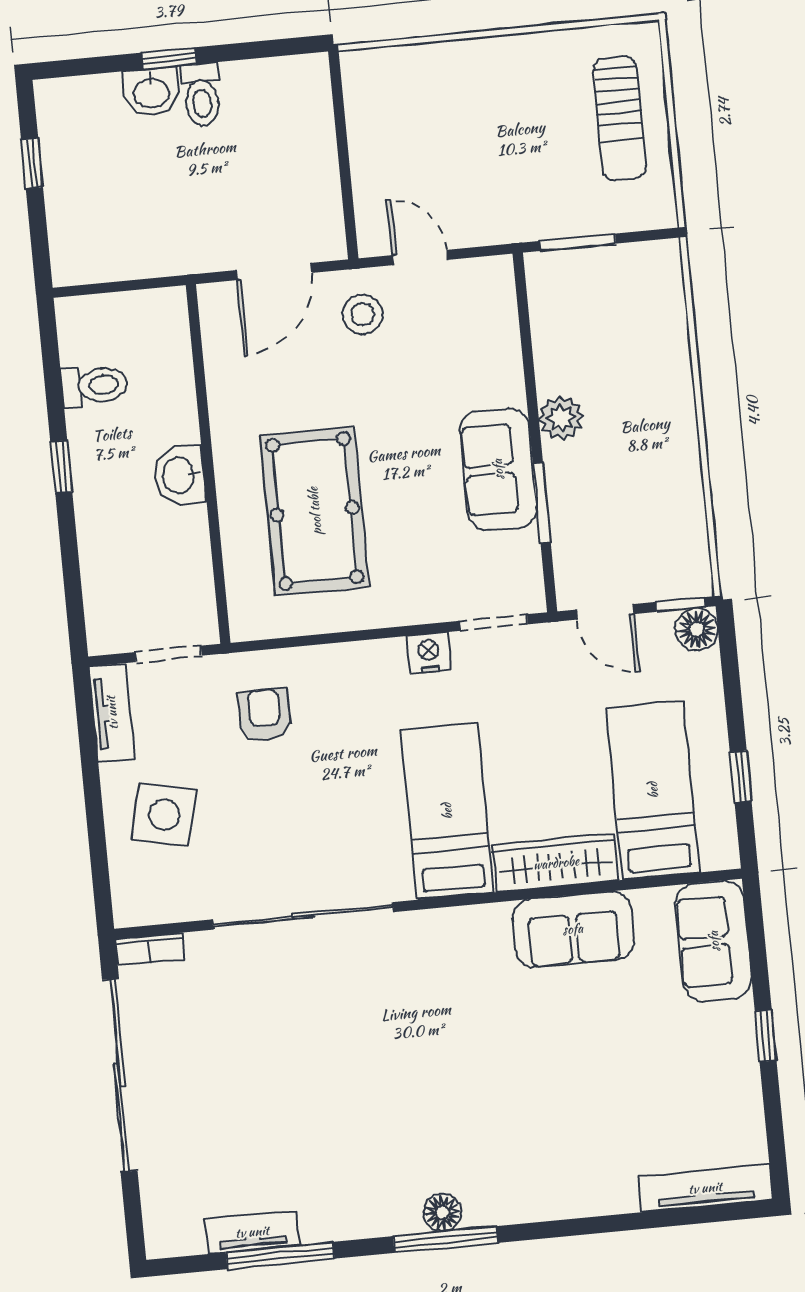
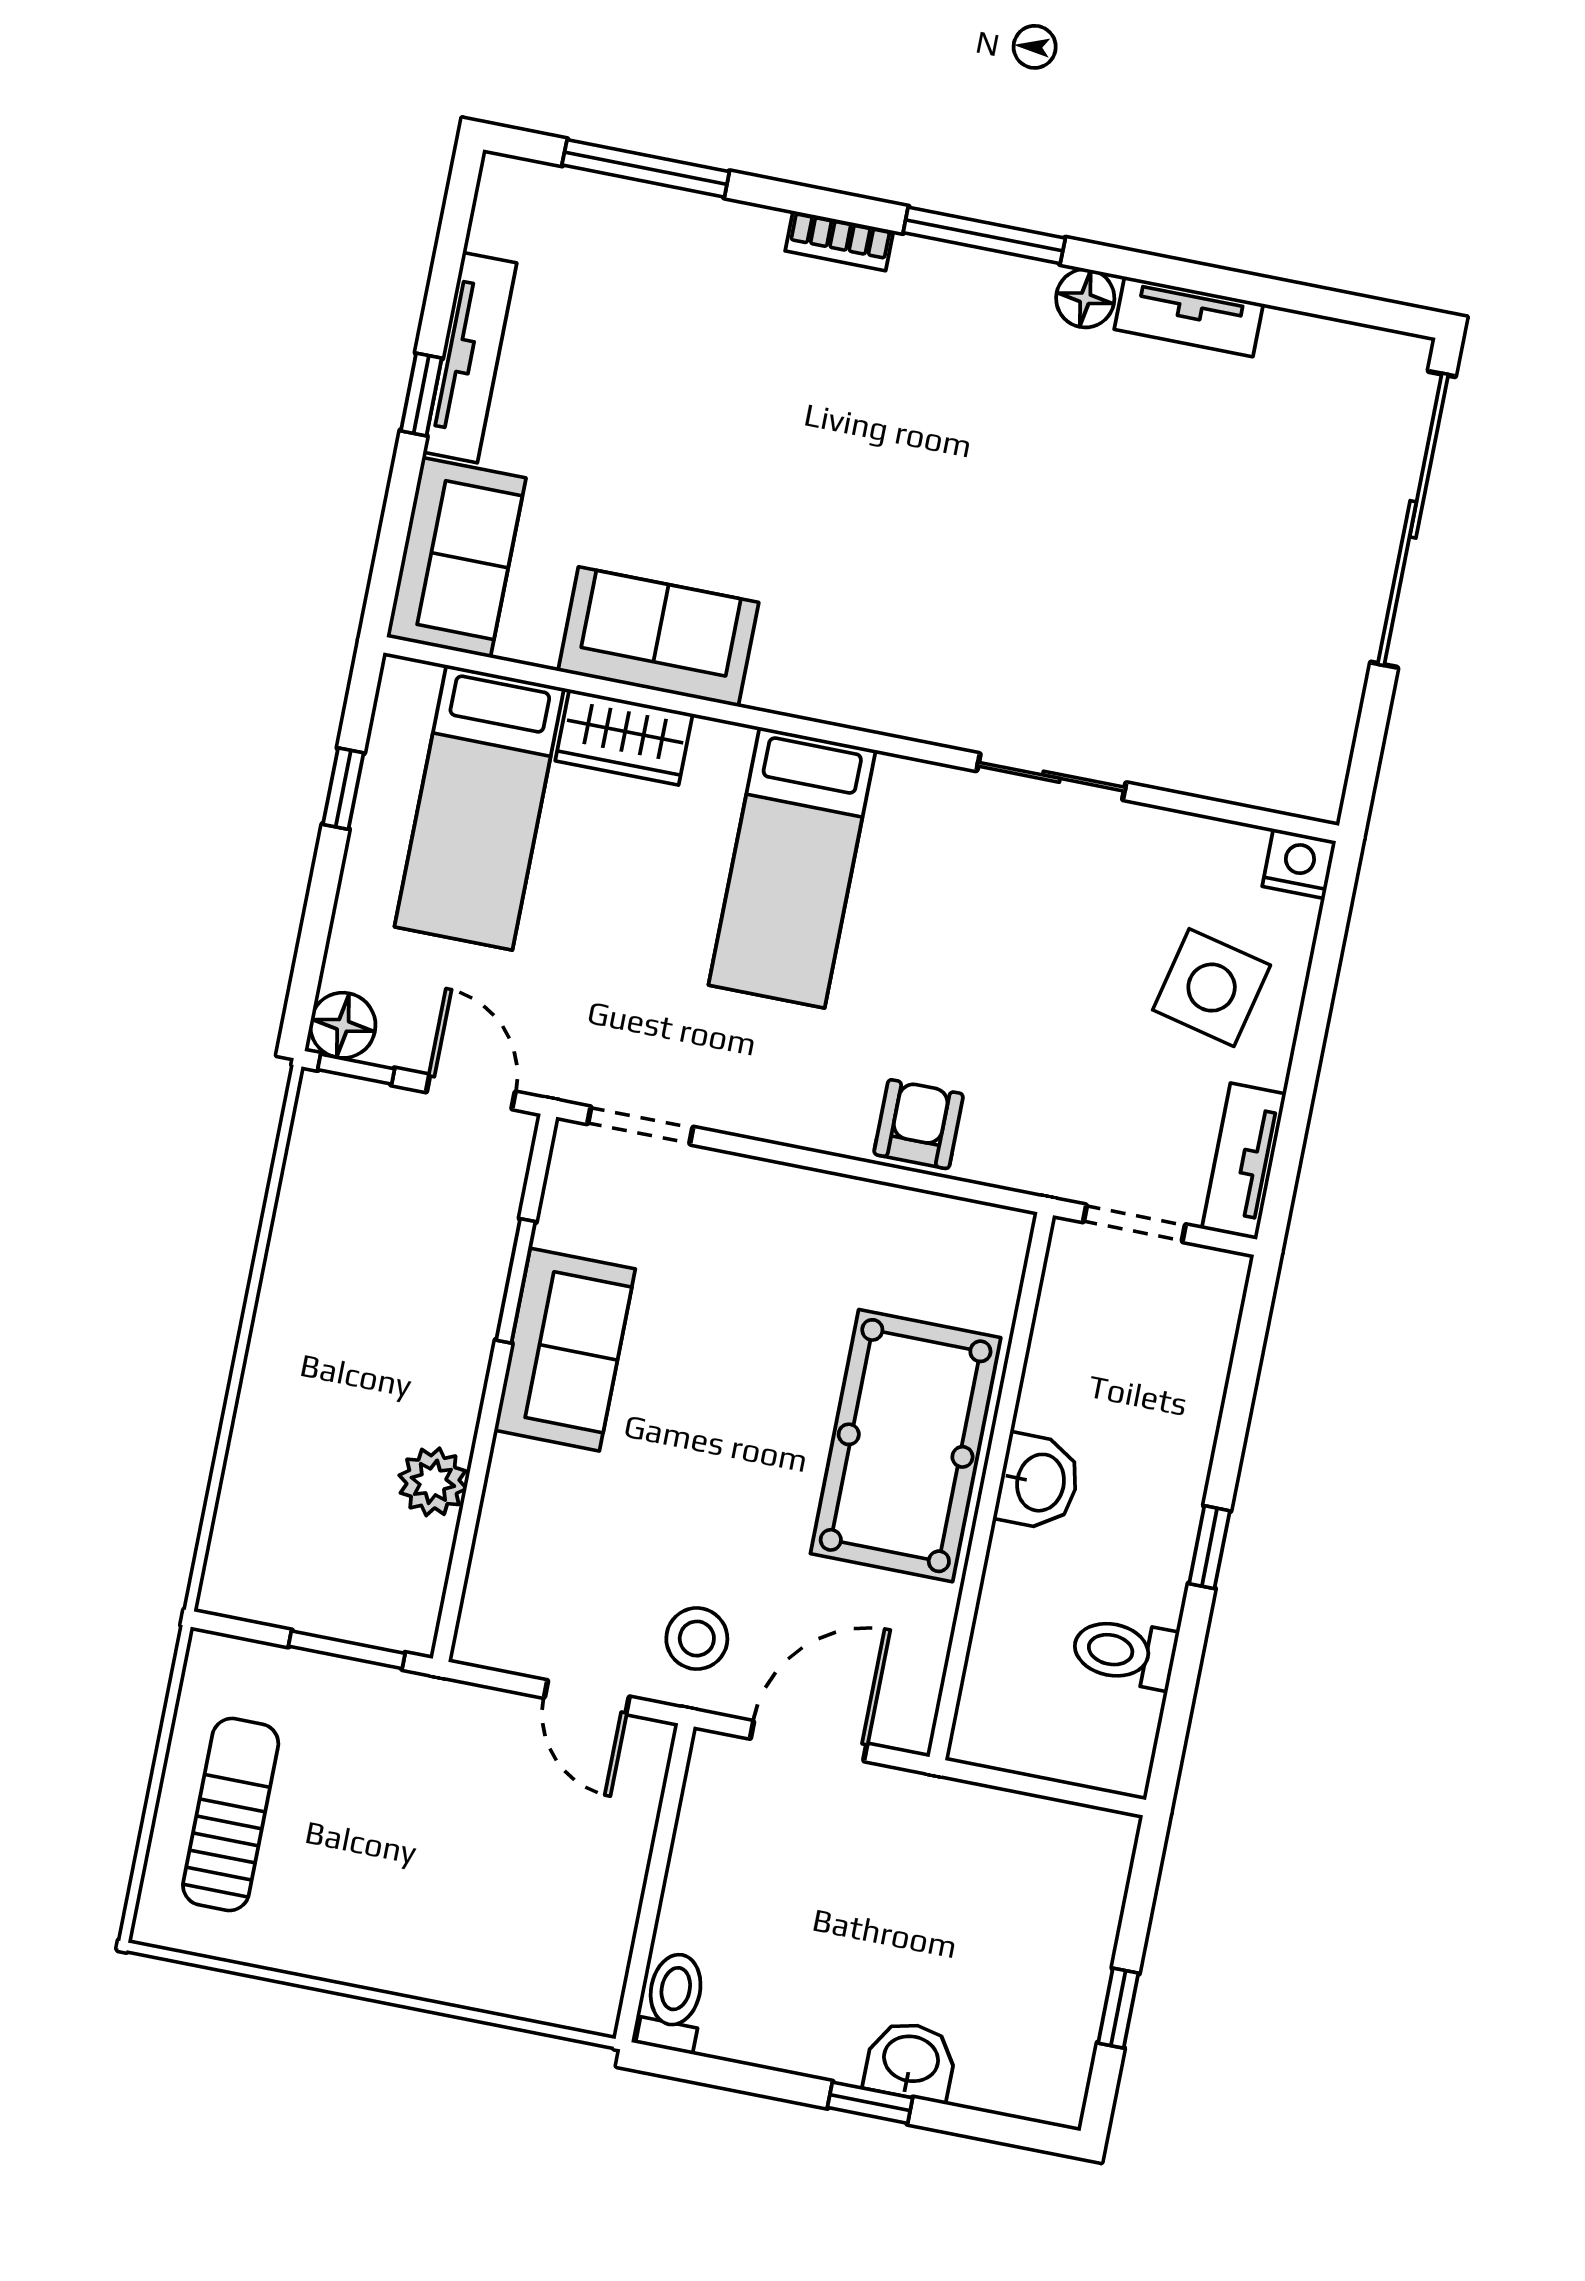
toilet: (201, 95) -> (673, 2002), moved
plant: (561, 418) -> (433, 1482), moved
pool table: (315, 511) -> (906, 1446), moved
nightstand: (429, 653) -> (1299, 864), moved, turned 180
armchair: (264, 715) -> (919, 1124), moved, turned 180
wardrobe: (556, 863) -> (624, 737), width x0.67
sliding door: (303, 916) -> (1051, 777), width x0.54
bookcase: (149, 949) -> (839, 241), moved, turned 180
sliding door: (120, 1075) -> (1413, 519), moved
tv unit: (705, 1188) -> (470, 358), moved, turned -90
floor lamp: (442, 1212) -> (1085, 298), moved
tv unit: (252, 1232) -> (1189, 317), moved
window: (280, 1255) -> (646, 168), moved

